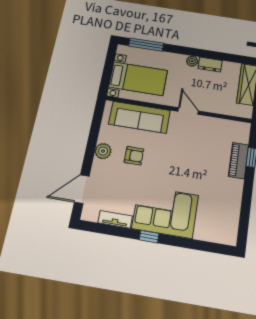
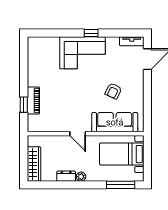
plant: (103, 151) -> (137, 91), removed
armchair: (134, 156) -> (113, 91), turned -65
tv unit: (115, 219) -> (132, 41), moved

